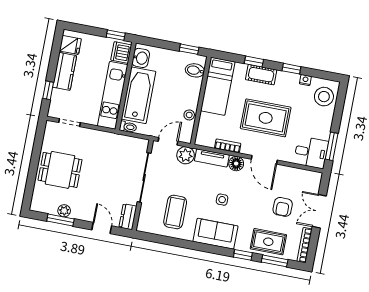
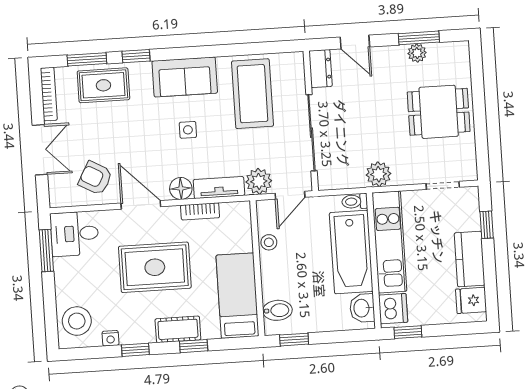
plant: (108, 140) -> (379, 174), added
armchair: (283, 207) -> (95, 178), moved, turned -61
coffee table: (175, 212) -> (252, 94), width x1.36, depth x1.32

